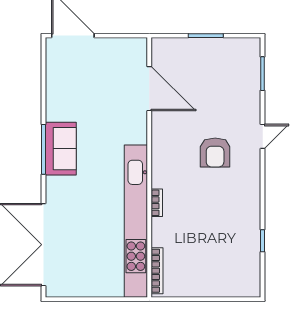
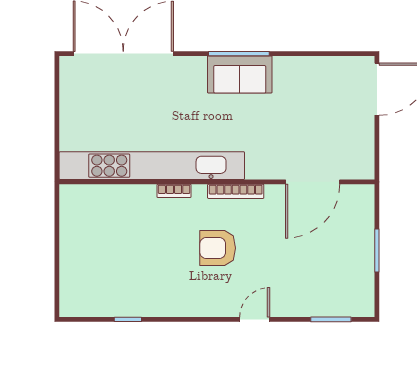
door: (263, 136) -> (255, 319), swing flipped
armchair: (215, 152) -> (218, 248), moved
bookcase: (157, 271) -> (236, 191), moved

